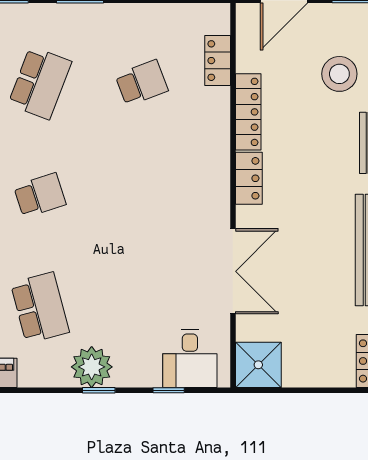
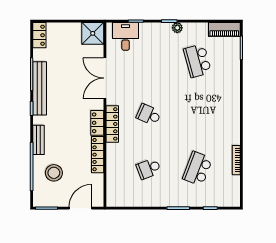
locker: (218, 61) -> (112, 124), moved, width x1.53
school desk: (40, 195) -> (149, 115), moved, turned 42
plant: (92, 367) -> (177, 28), width x0.53, depth x0.53

